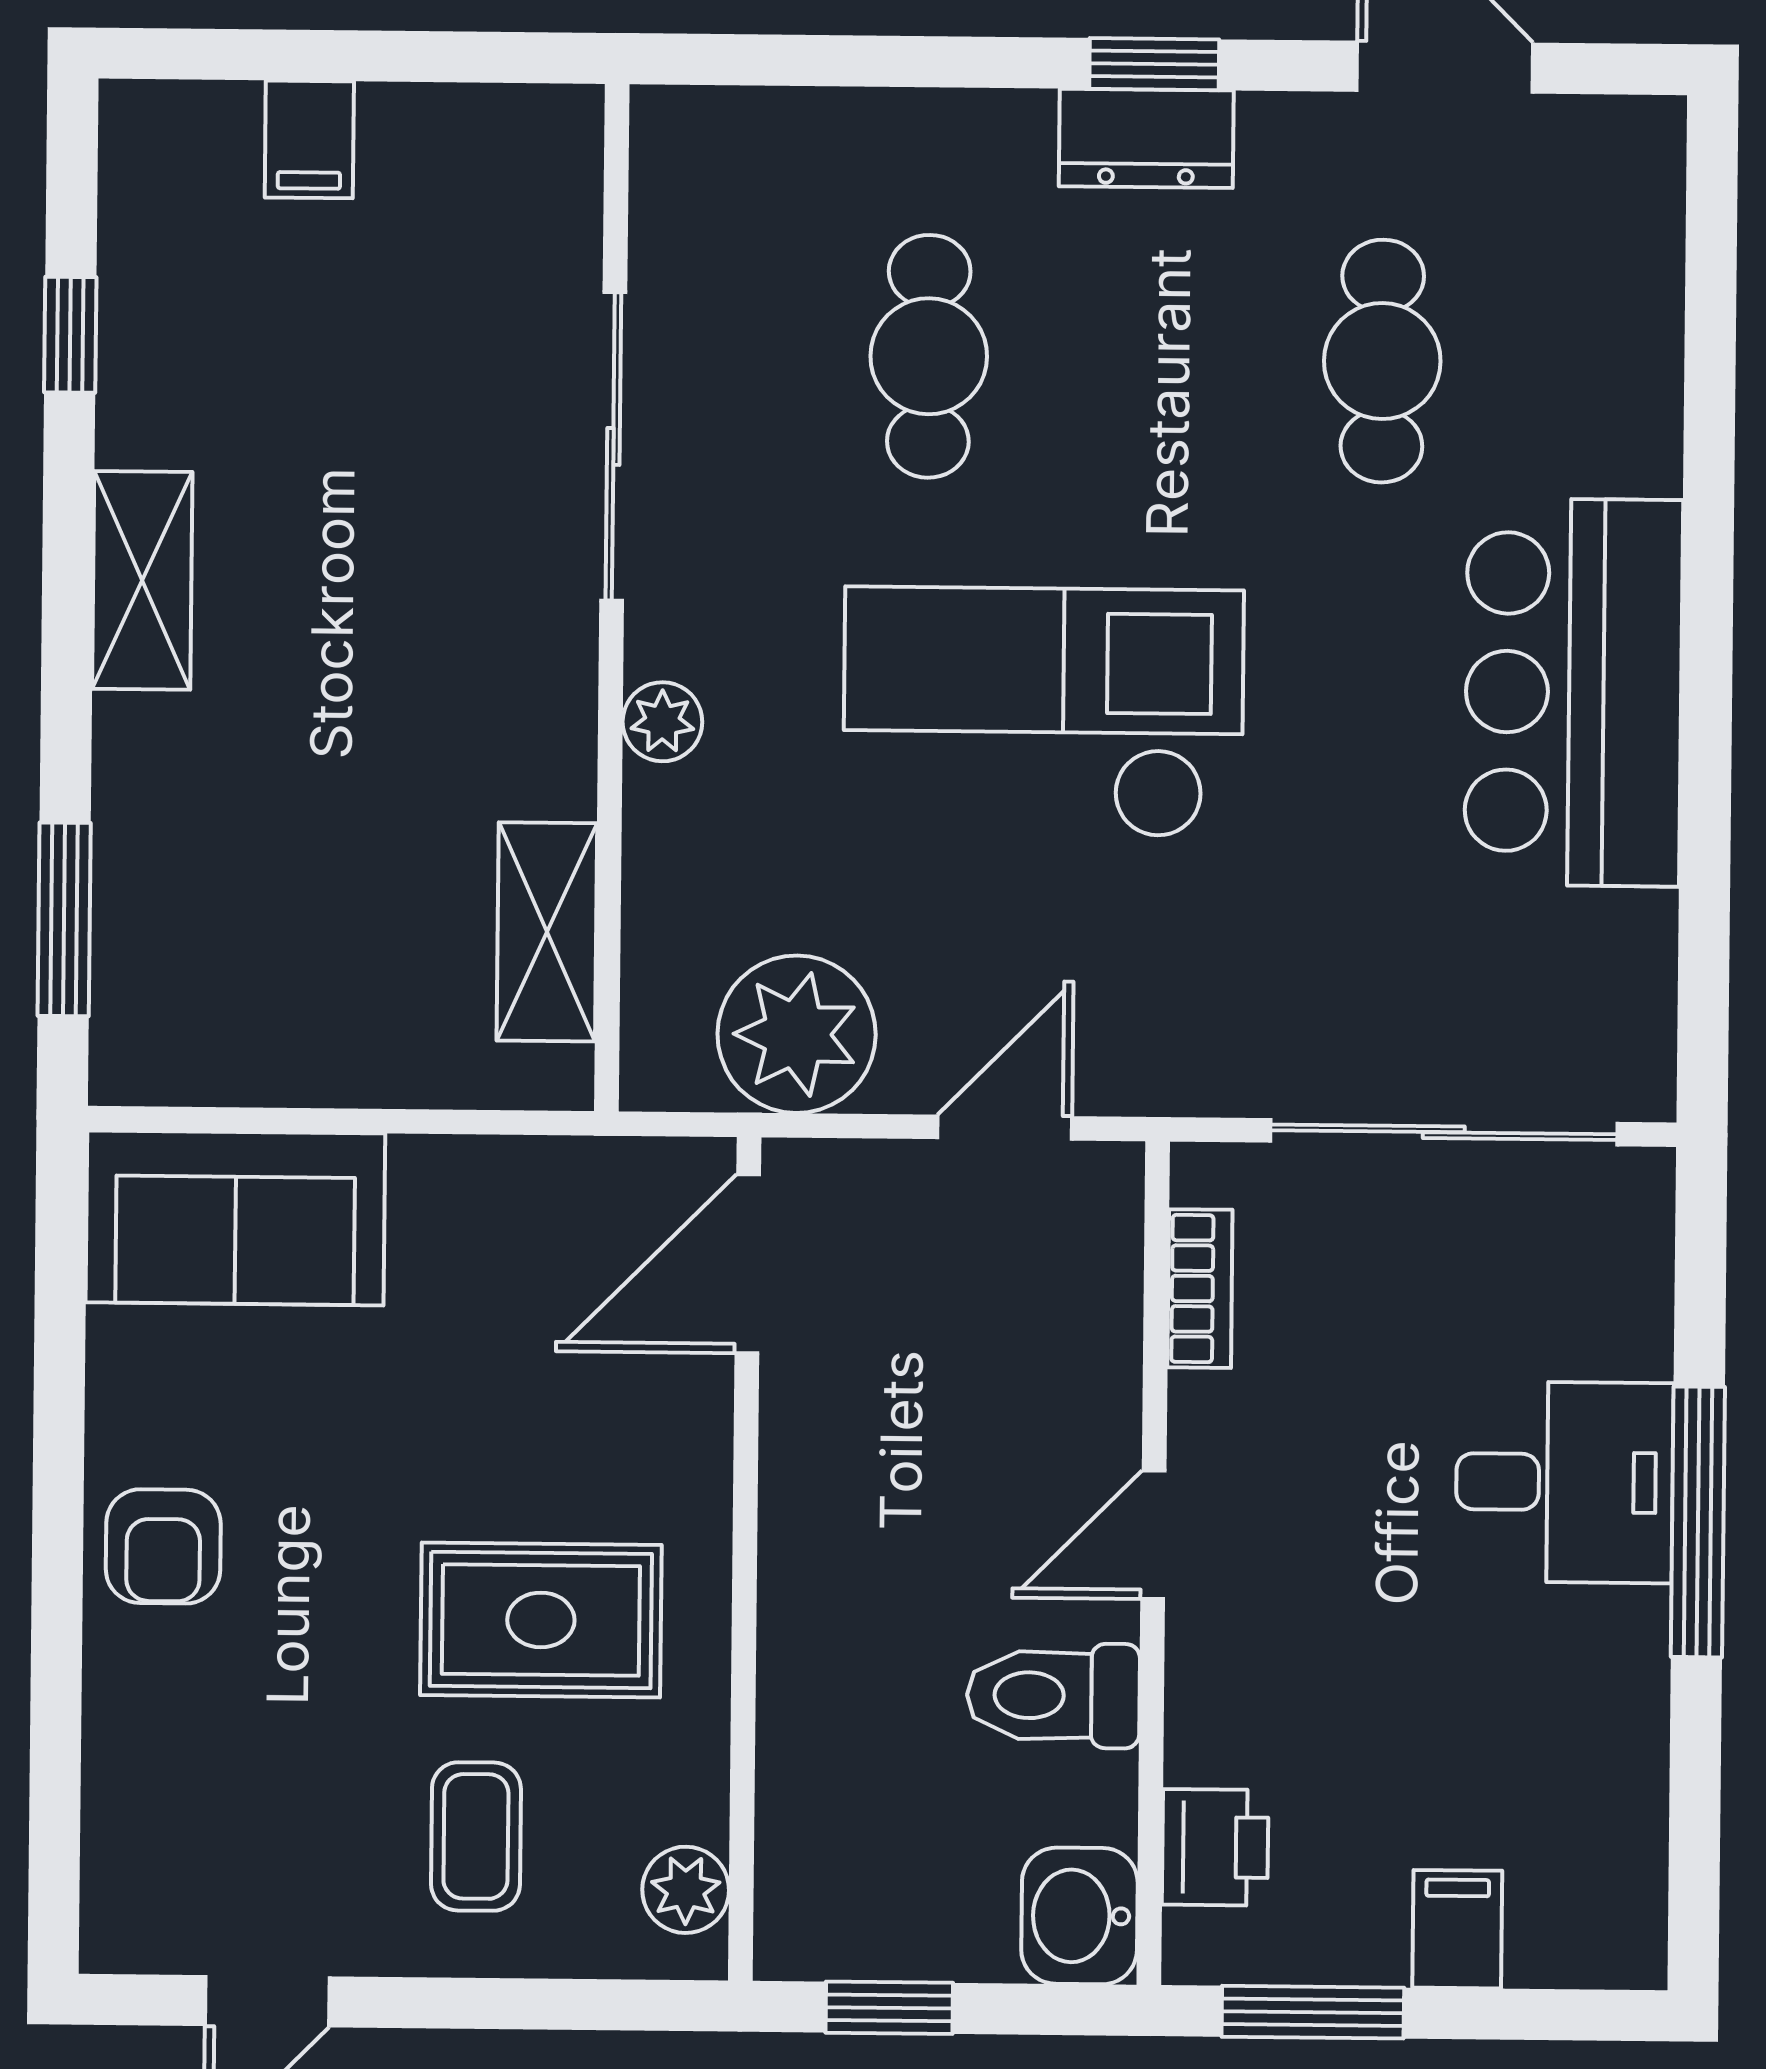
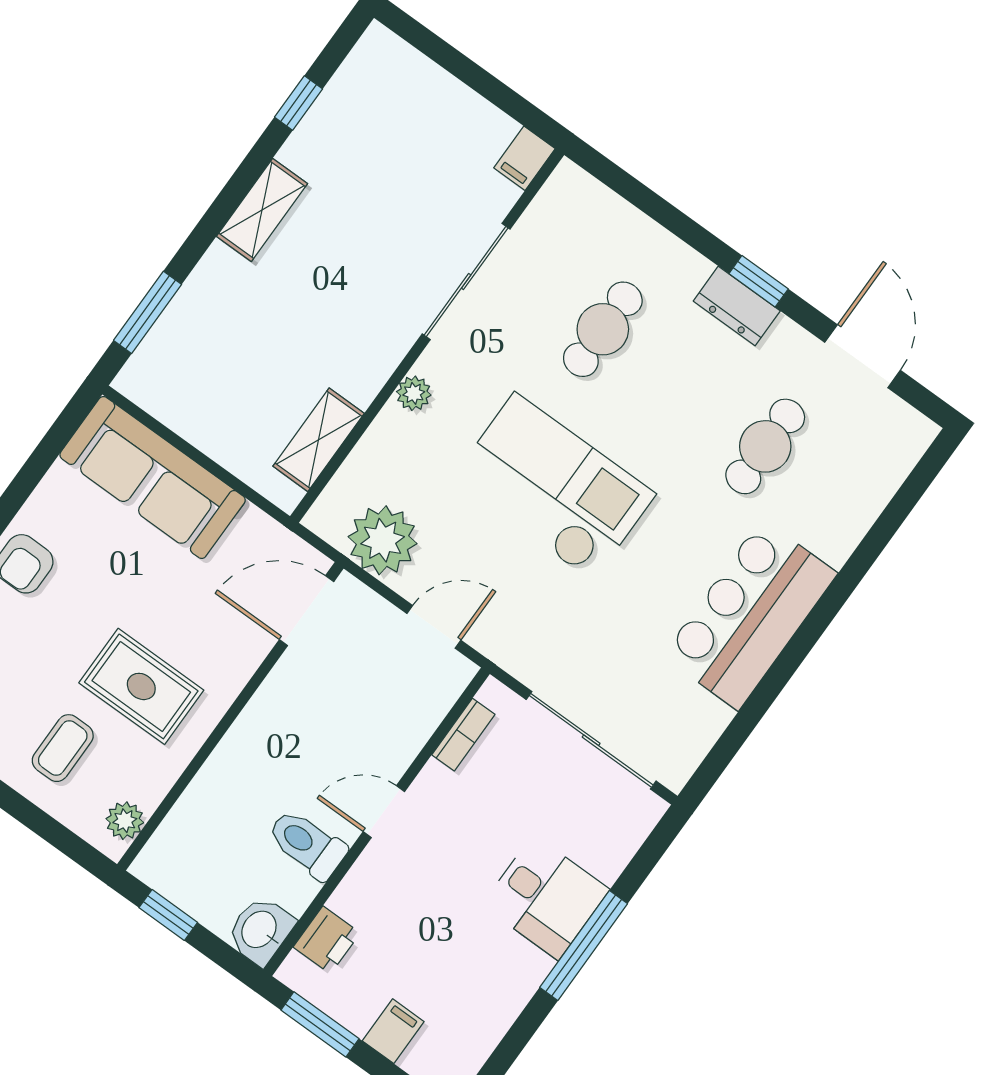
filing cabinet: (309, 139) -> (524, 158), moved
sofa: (235, 1218) -> (153, 477), width x1.36

